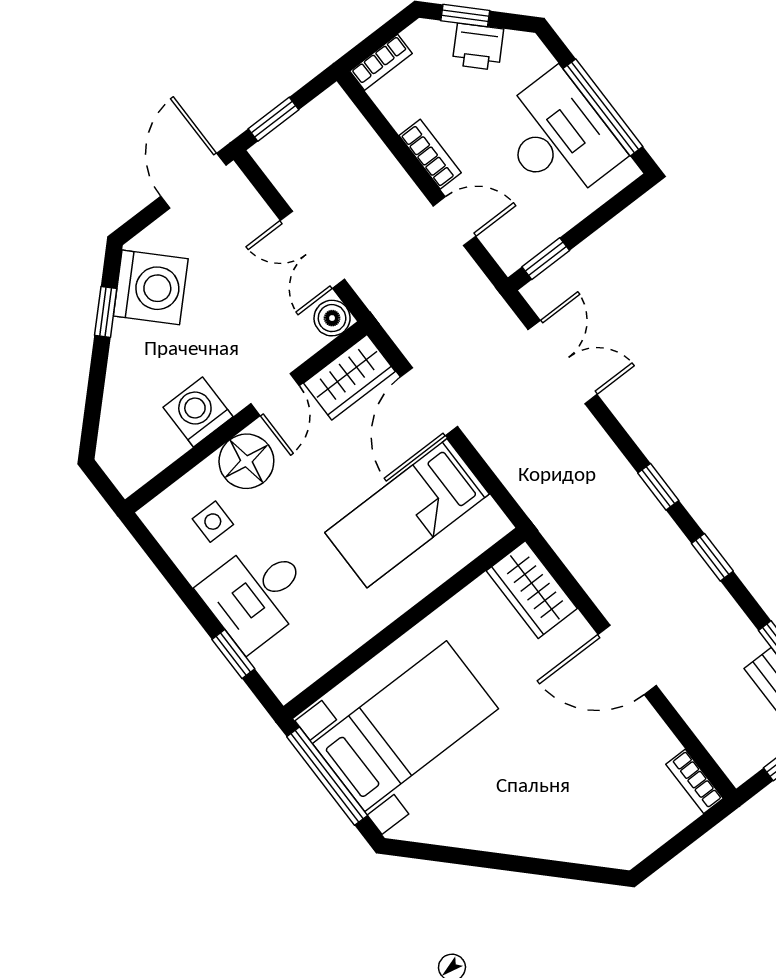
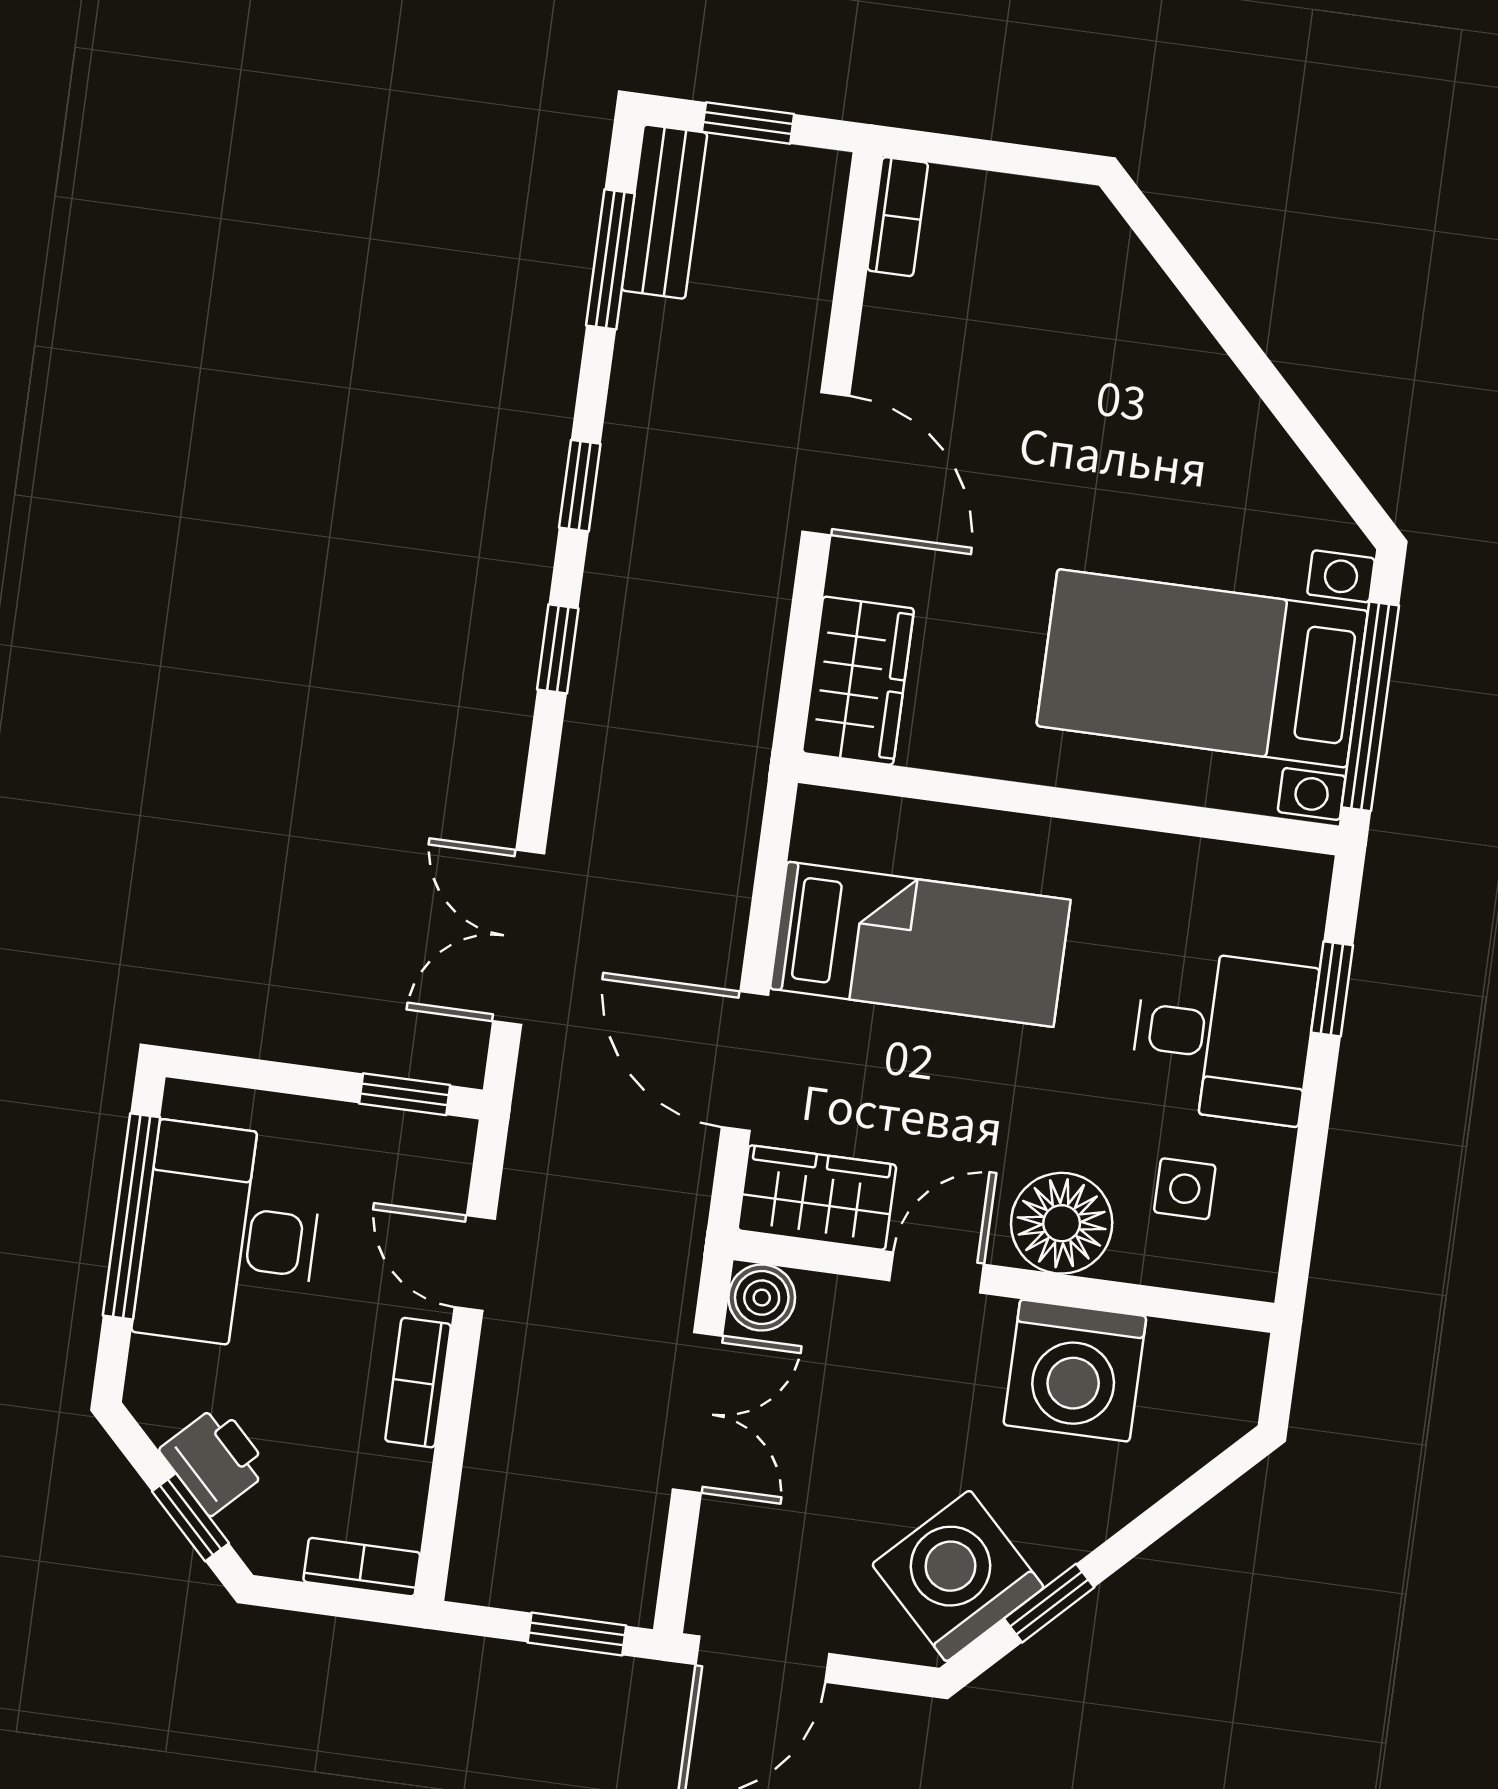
door: (429, 402) -> (745, 1061), swing flipped
washing machine: (198, 412) -> (1075, 1371), width x1.37, depth x1.37

